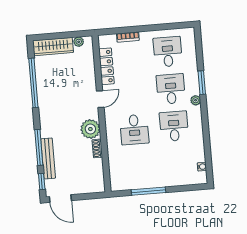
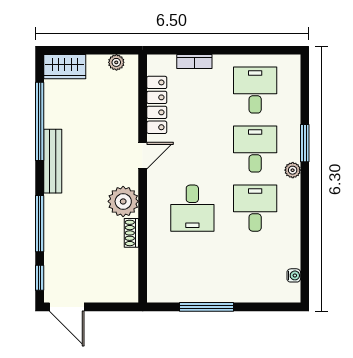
wardrobe: (53, 47) -> (65, 67), width x0.67
bench: (48, 158) -> (53, 161), moved

